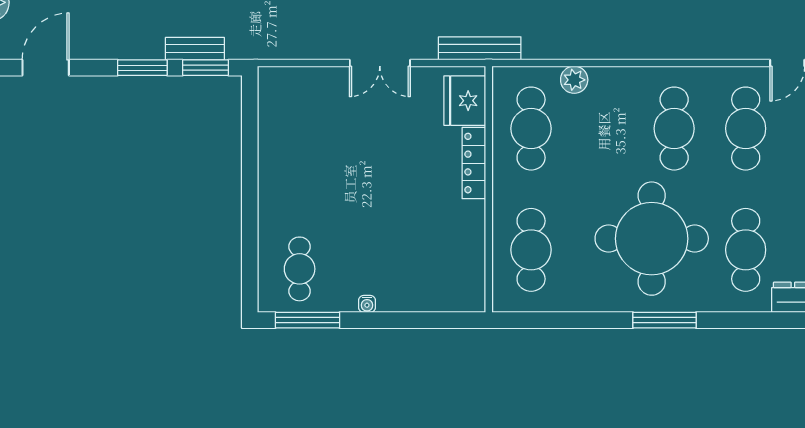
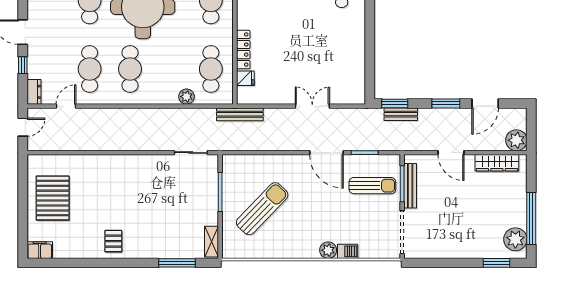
double door: (380, 63) -> (312, 106), moved
window: (142, 68) -> (446, 103), moved
fridge: (465, 101) -> (245, 78), width x0.53, depth x0.75

